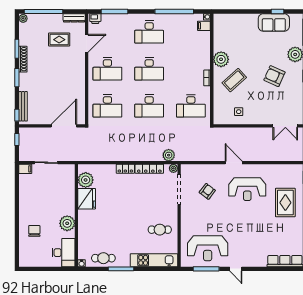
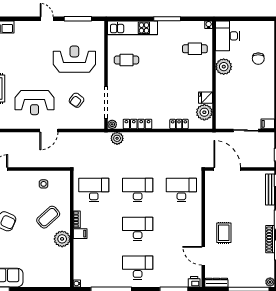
filing cabinet: (204, 26) -> (80, 234), moved
rug: (59, 40) -> (224, 233), moved, turned 90
door: (87, 43) -> (203, 256), hinge flipped
desk: (107, 69) -> (181, 229), removed
door: (64, 126) -> (227, 169), swing flipped
door: (234, 163) -> (49, 130), hinge flipped
locker: (125, 169) -> (179, 124), moved
reception desk: (247, 189) -> (35, 103), turned 180
fridge: (87, 199) -> (206, 98), width x0.53, depth x0.75
reception desk: (208, 248) -> (74, 59), moved
cafe table: (103, 258) -> (195, 49), moved

